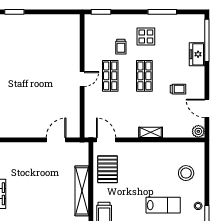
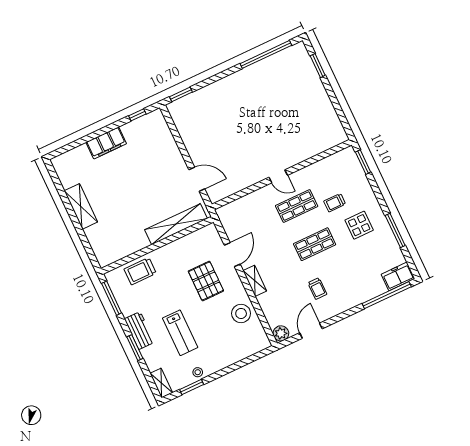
freezer: (197, 54) -> (398, 276), moved
door: (106, 140) -> (232, 255), moved
pallet: (108, 169) -> (206, 281), moved, turned 90
stool: (186, 173) -> (241, 313), moved
shelving: (82, 191) -> (176, 224), moved

